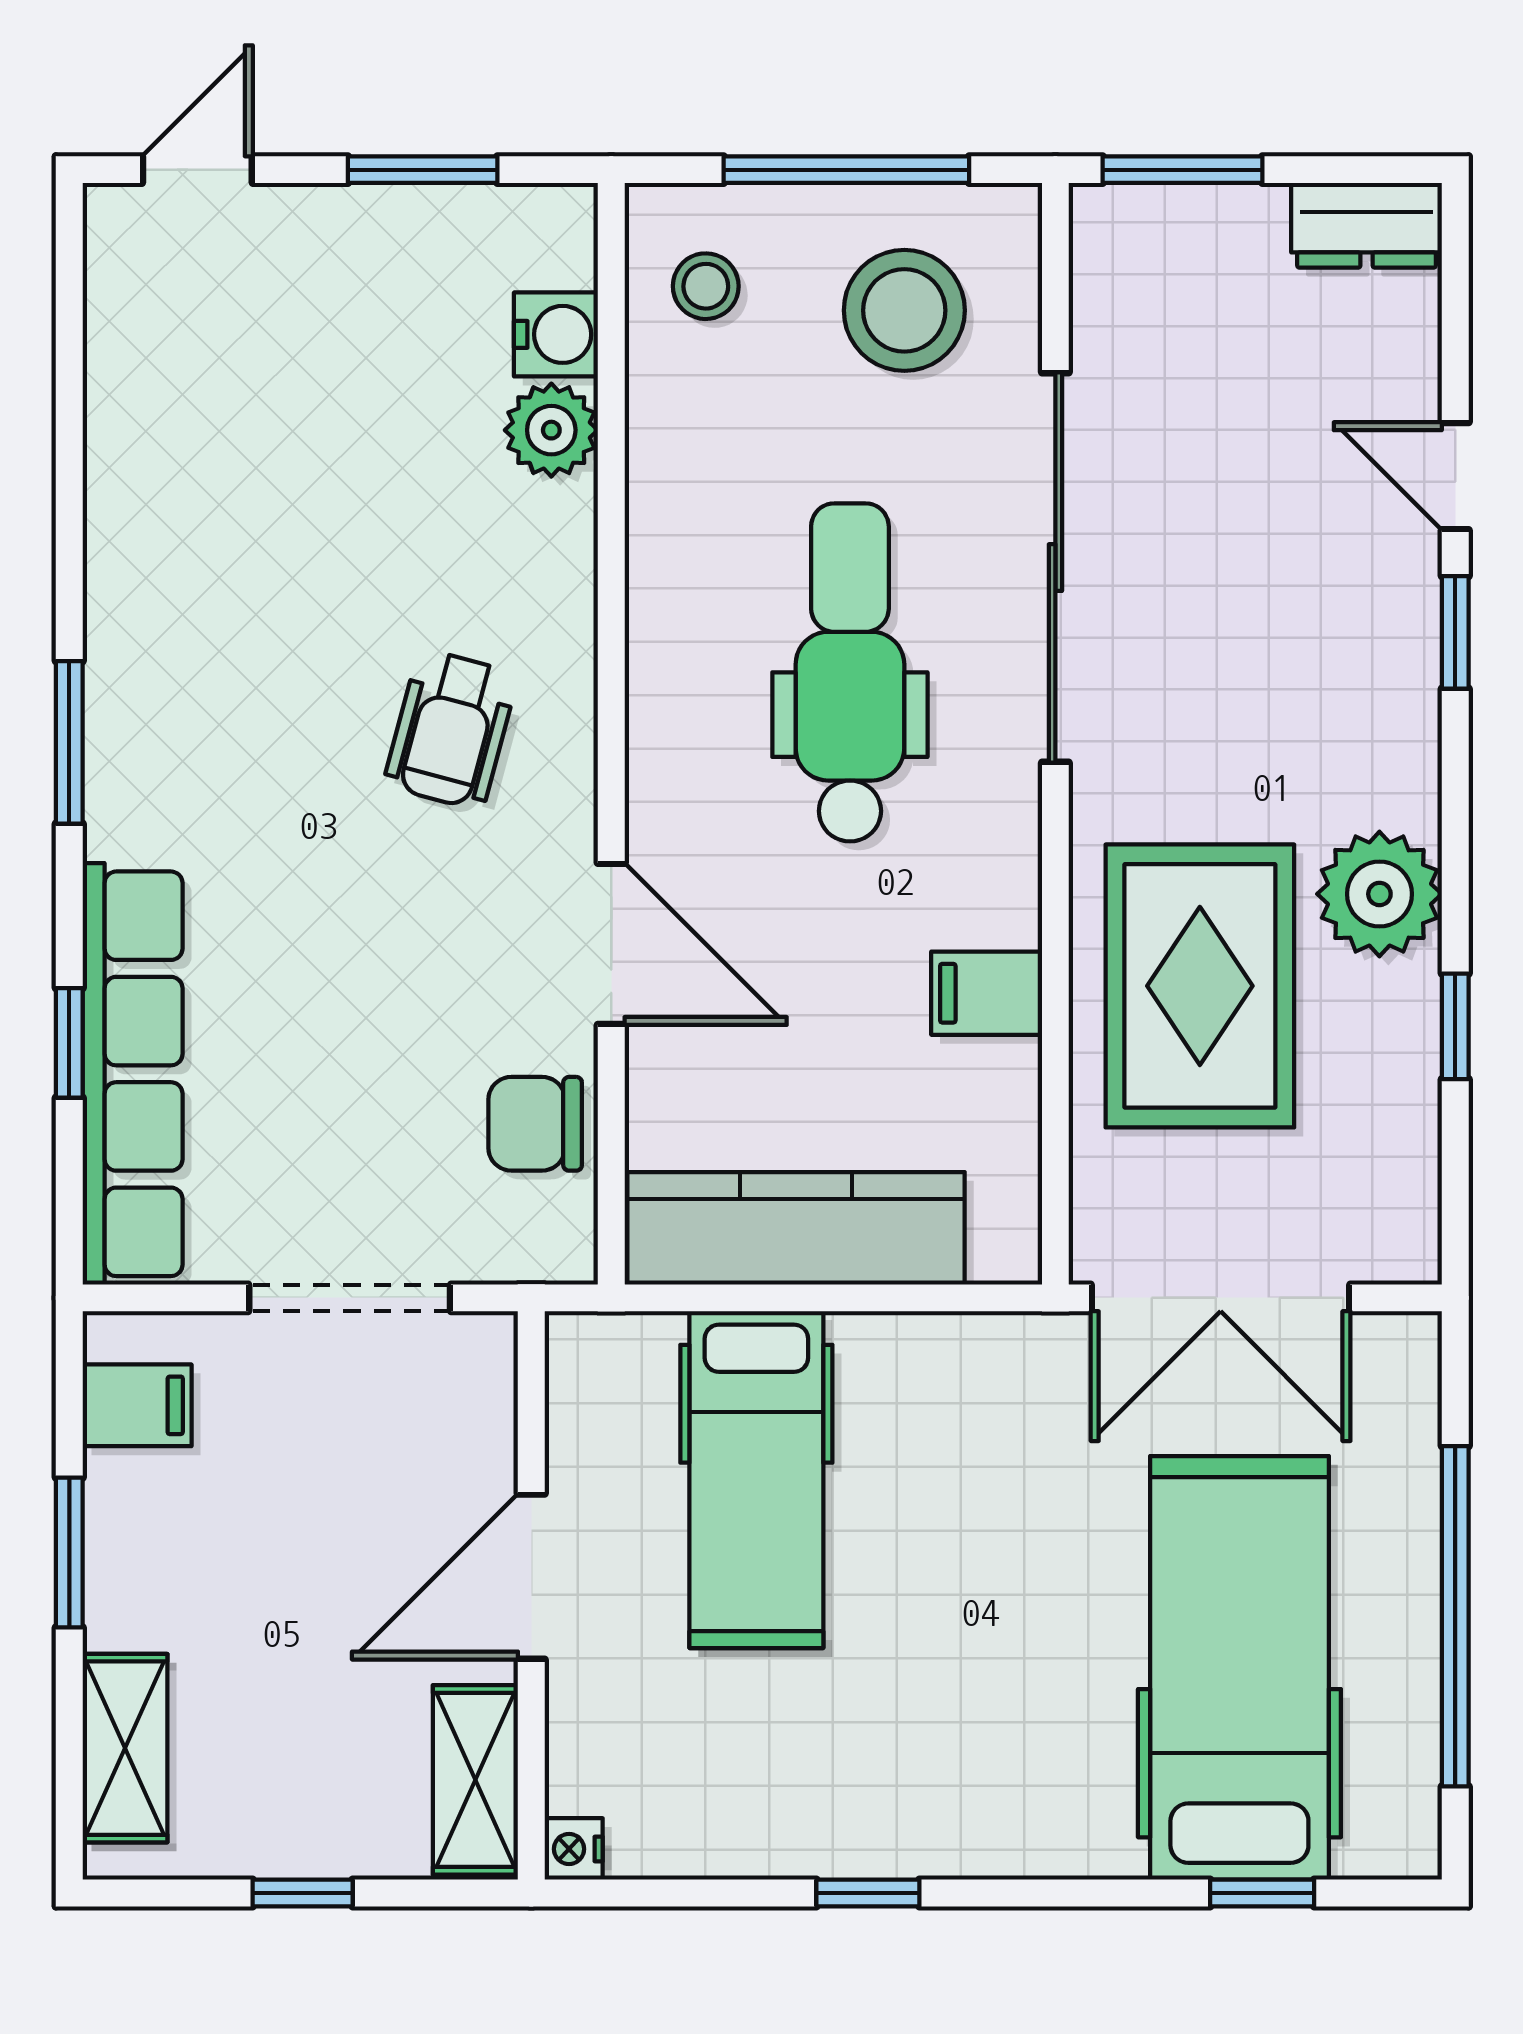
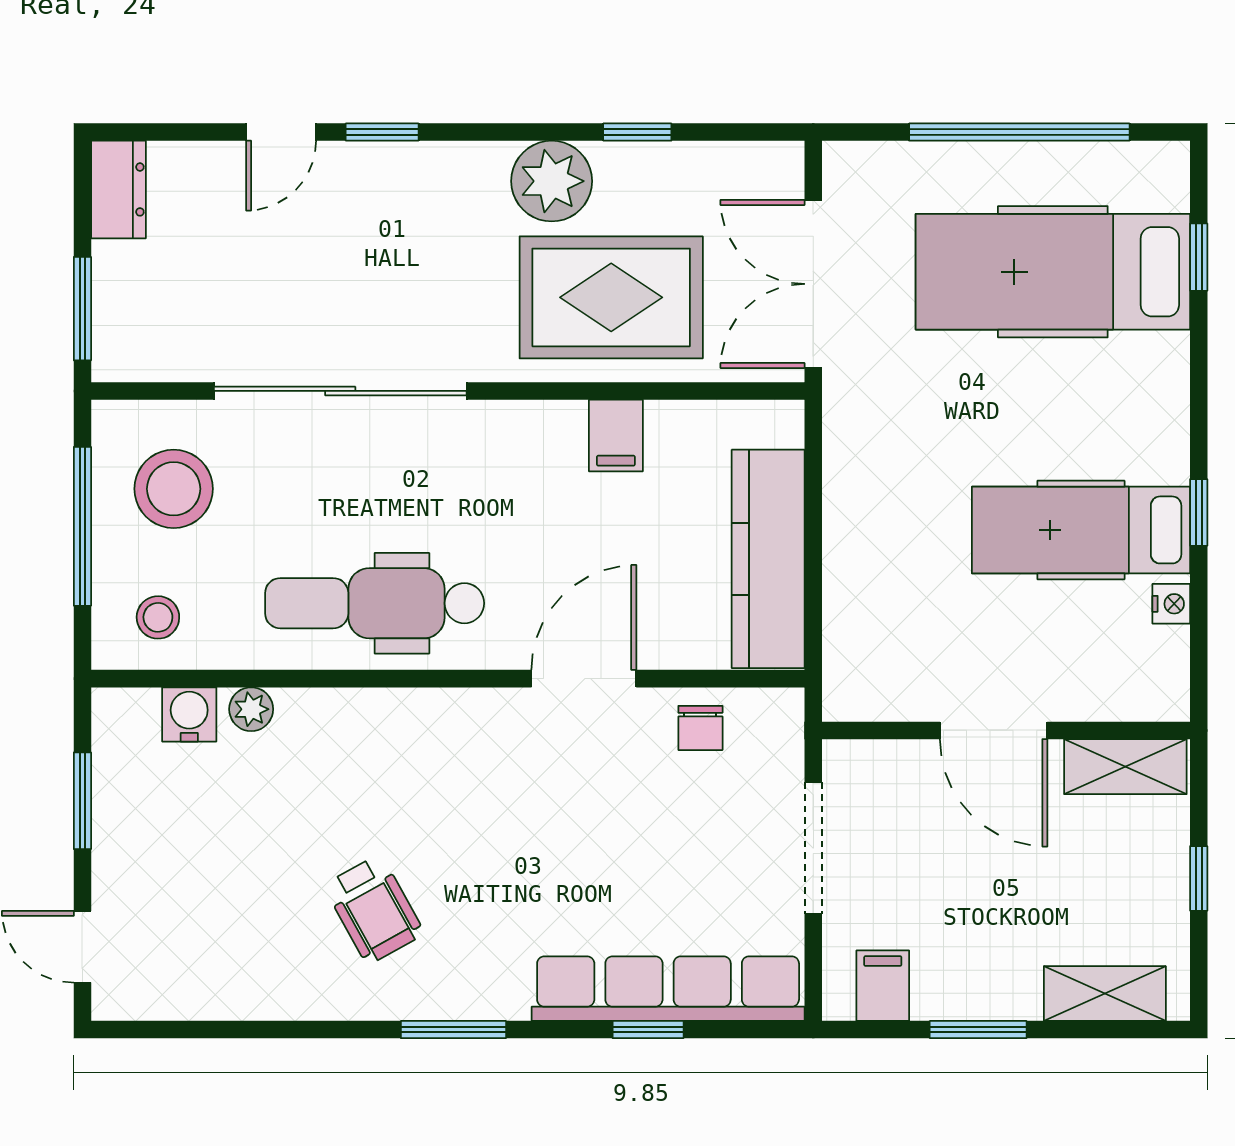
plant: (551, 430) -> (251, 709), width x0.73, depth x0.73
dental chair: (850, 672) -> (375, 603), moved
wheelchair: (451, 730) -> (374, 909), moved, turned 46
chair: (535, 1124) -> (700, 728), width x0.73, depth x0.73
double door: (1221, 1298) -> (813, 284), swing flipped
hospital bed: (756, 1480) -> (1081, 530), moved, turned 180
nightstand: (574, 1849) -> (1171, 604), moved, turned -90

